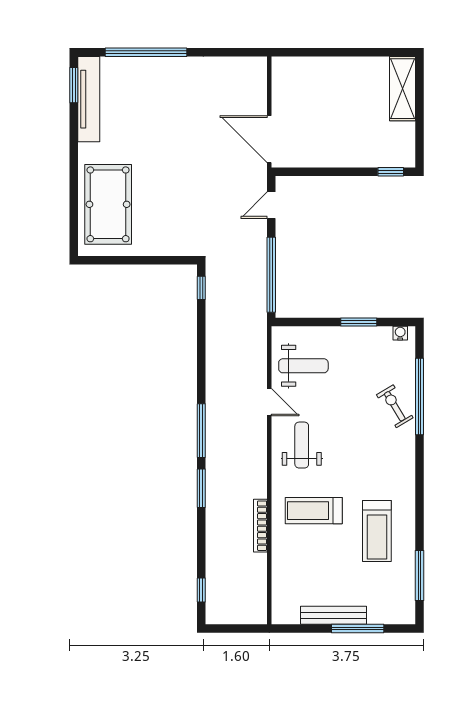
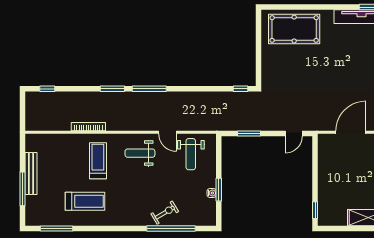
door: (269, 139) -> (351, 132), moved
door: (271, 205) -> (294, 134), swing flipped
window: (271, 275) -> (249, 134), width x0.47
water cooler: (400, 333) -> (212, 193), moved
door: (269, 402) -> (167, 132), hinge flipped
weight bench: (302, 445) -> (140, 153), turned 180
treadmill: (377, 531) -> (85, 201), turned 180

